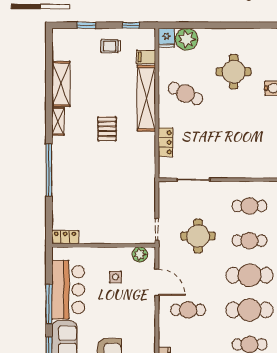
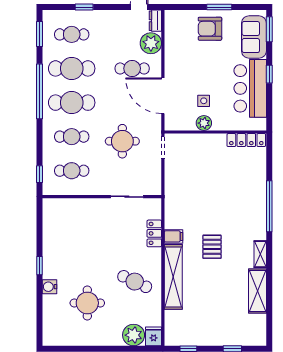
trolley: (111, 46) -> (208, 328), removed
filing cabinet: (146, 57) -> (174, 236), moved
locker: (65, 237) -> (246, 140), width x1.53
plant: (140, 254) -> (204, 123), moved
door: (157, 282) -> (163, 96), width x1.36
window: (49, 304) -> (269, 74), width x0.46
plant: (169, 336) -> (151, 43), added

